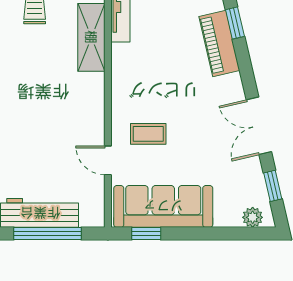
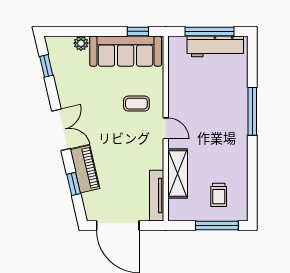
double door: (259, 126) -> (61, 130), moved
door: (108, 160) -> (166, 128), moved
plant: (253, 217) -> (81, 43), moved

